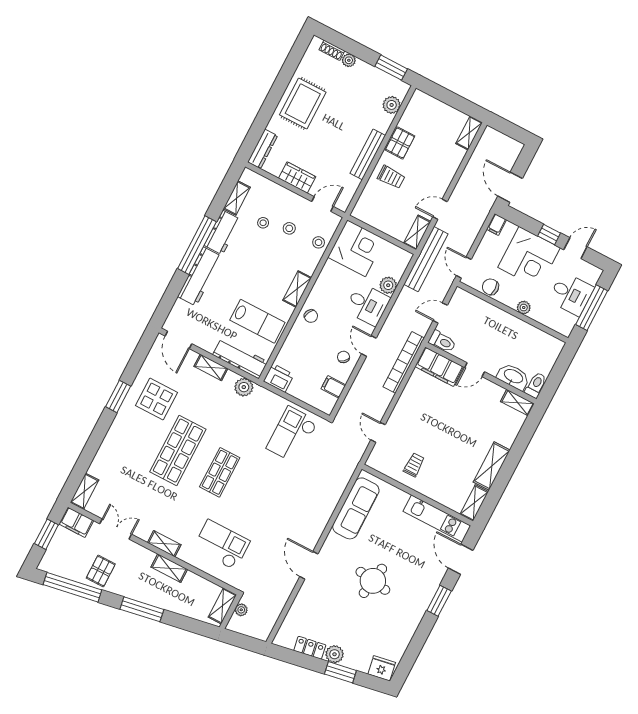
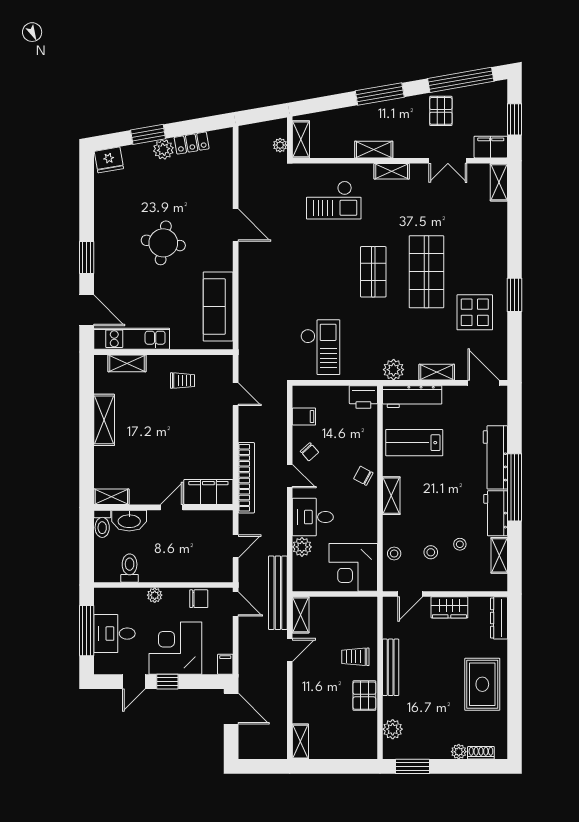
toilet: (442, 341) -> (130, 568), moved, turned 90
trolley: (414, 465) -> (182, 381), turned -90
shelving: (474, 503) -> (127, 363), moved, turned 90

